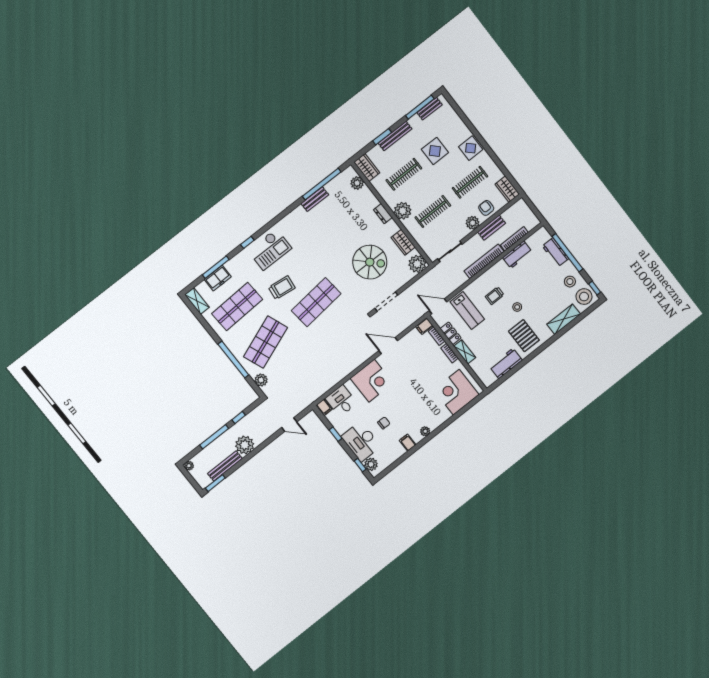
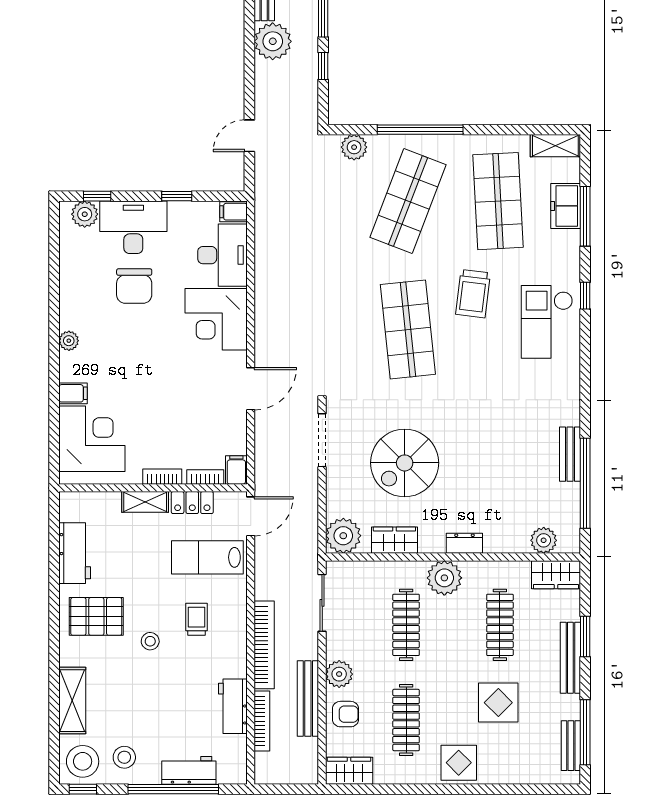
bench: (492, 228) -> (308, 698), width x1.36
shop shelf: (265, 342) -> (408, 201), turned 42
desk: (341, 401) -> (222, 255), width x1.37
chair: (384, 423) -> (134, 286), width x1.87, depth x1.87
filing cabinet: (408, 443) -> (73, 393), moved

